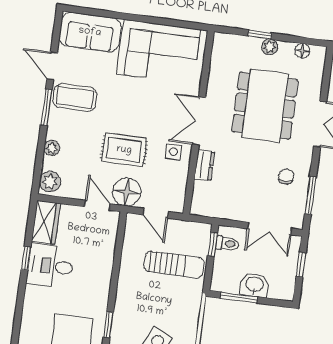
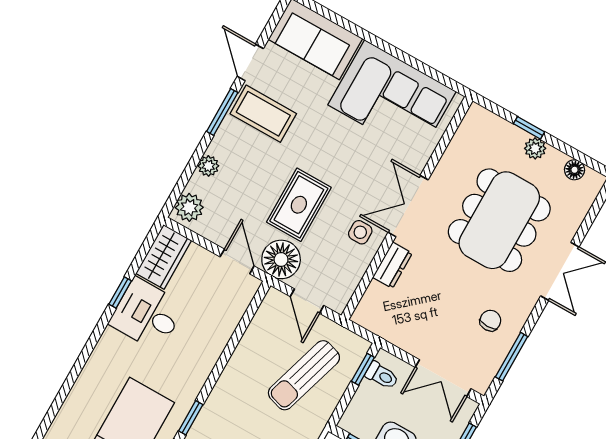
rug: (124, 150) -> (299, 205), turned 90
sun lounger: (174, 265) -> (304, 375), turned 107

